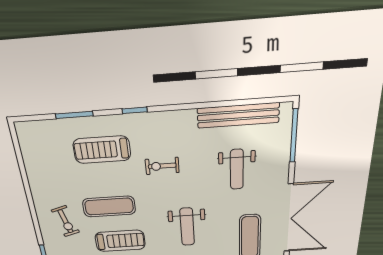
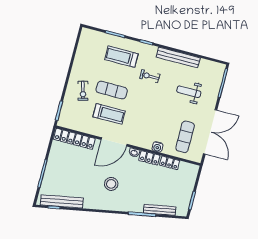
bench: (238, 115) -> (178, 58), moved
weight bench: (237, 169) -> (189, 92), turned 90
weight bench: (187, 227) -> (151, 118), removed

